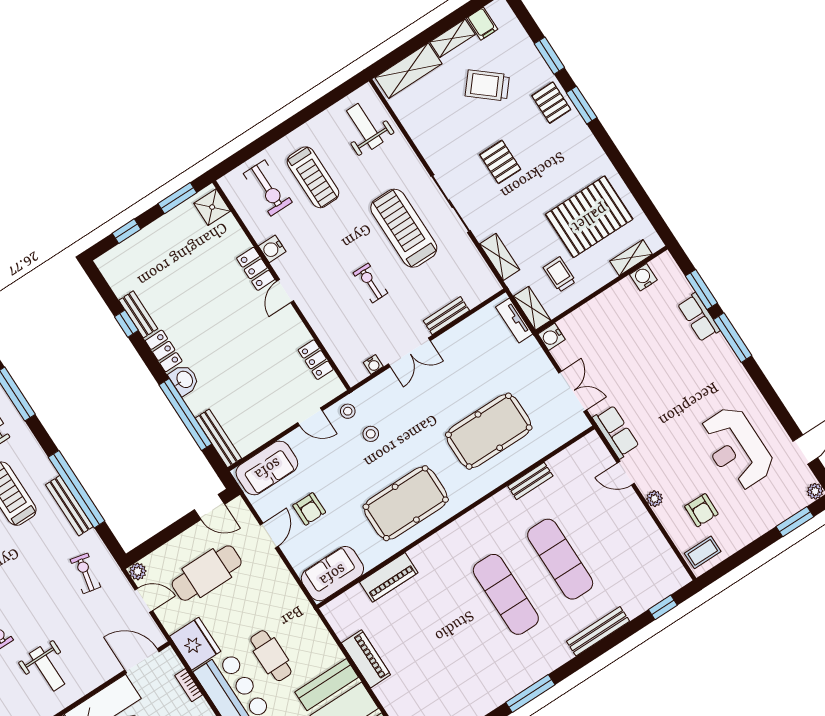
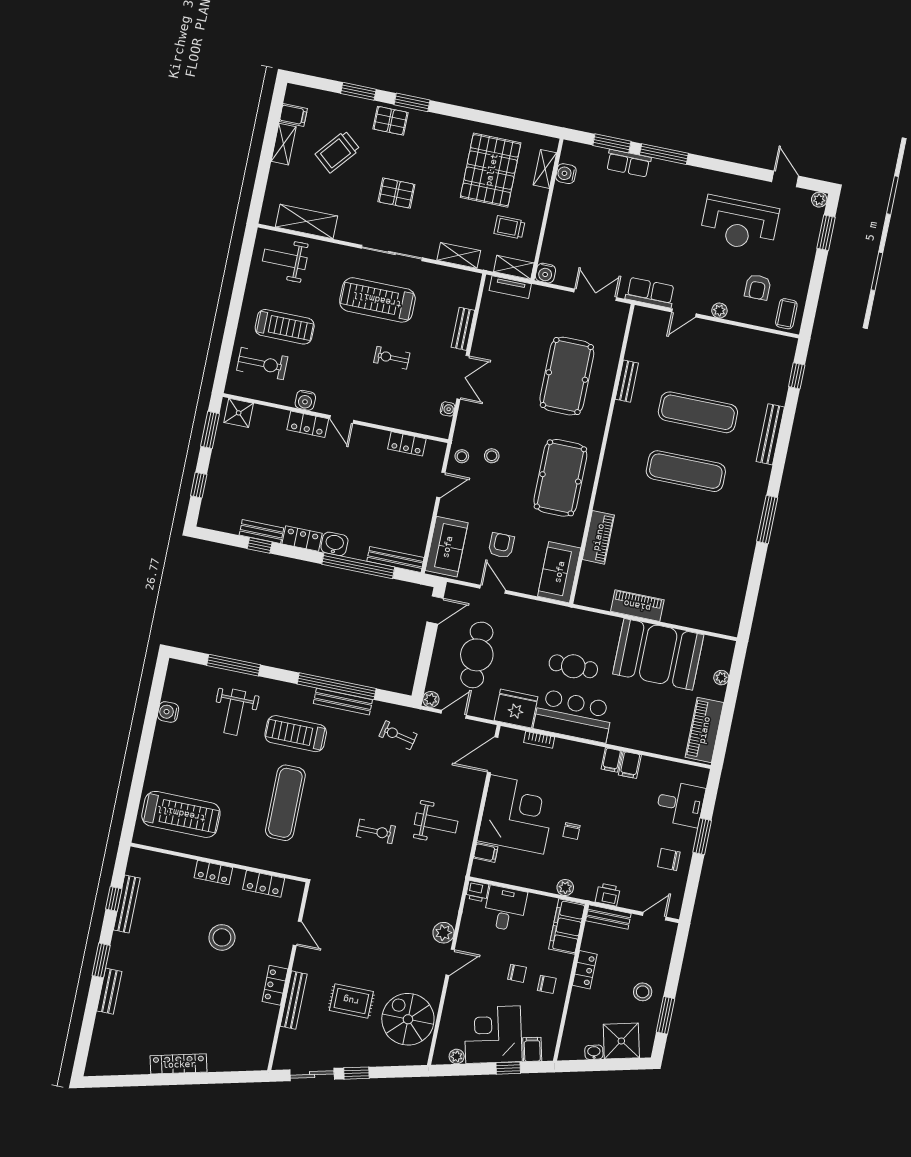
shelving: (408, 71) -> (307, 221), moved, turned 90
armchair: (309, 509) -> (501, 545), turned -90
armchair: (701, 510) -> (758, 287), turned 89

